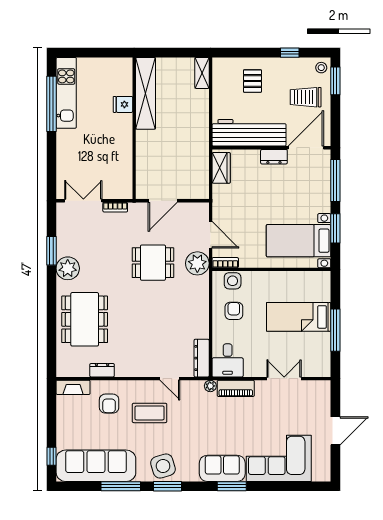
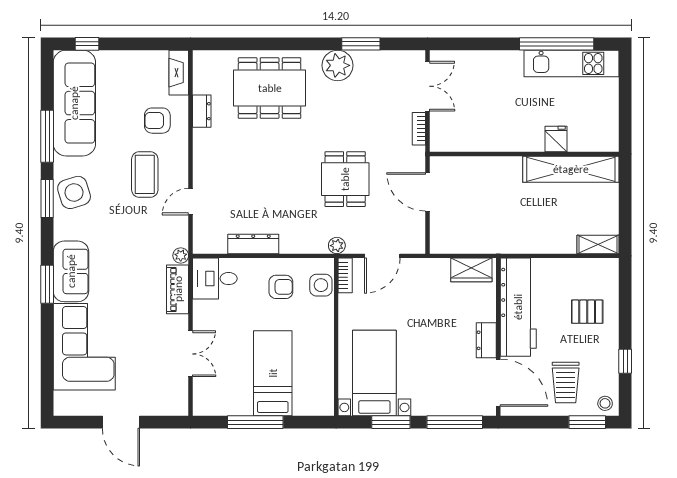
trolley: (306, 97) -> (566, 382), turned 180
plant: (197, 263) -> (337, 246), width x0.53, depth x0.53
dresser: (202, 358) -> (253, 244), moved

